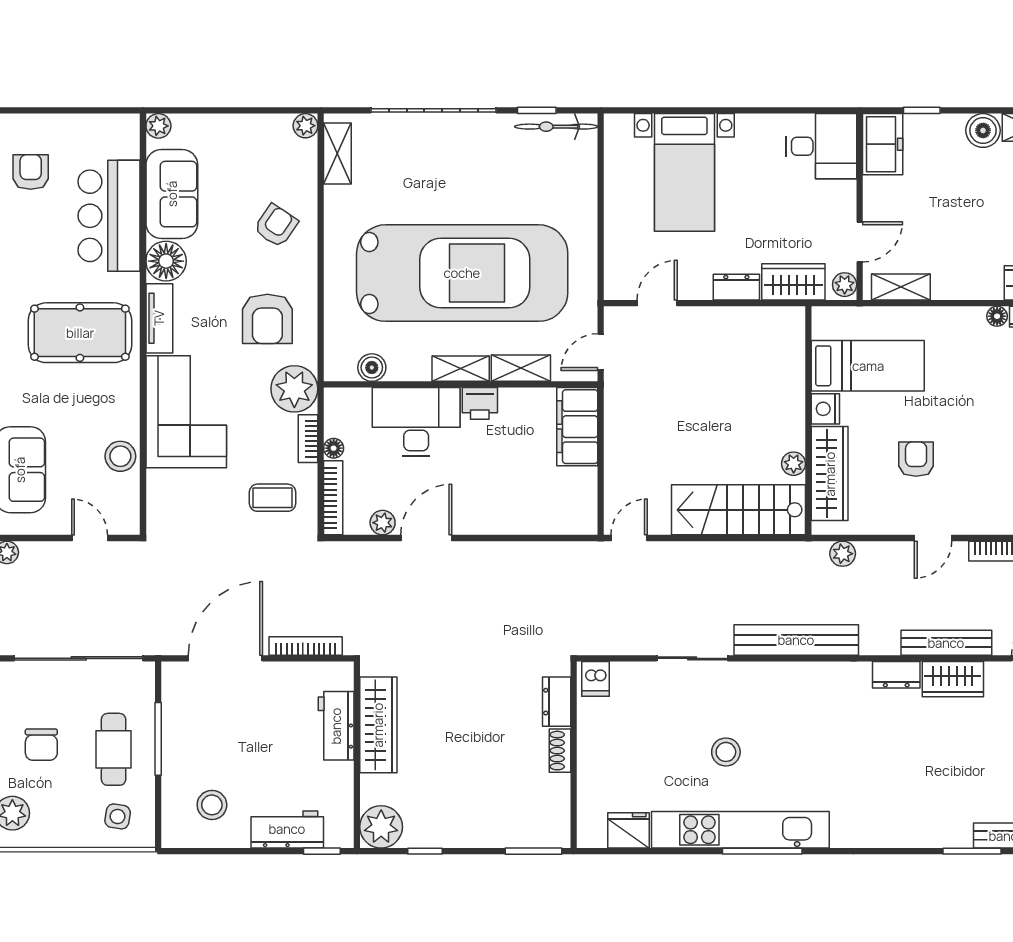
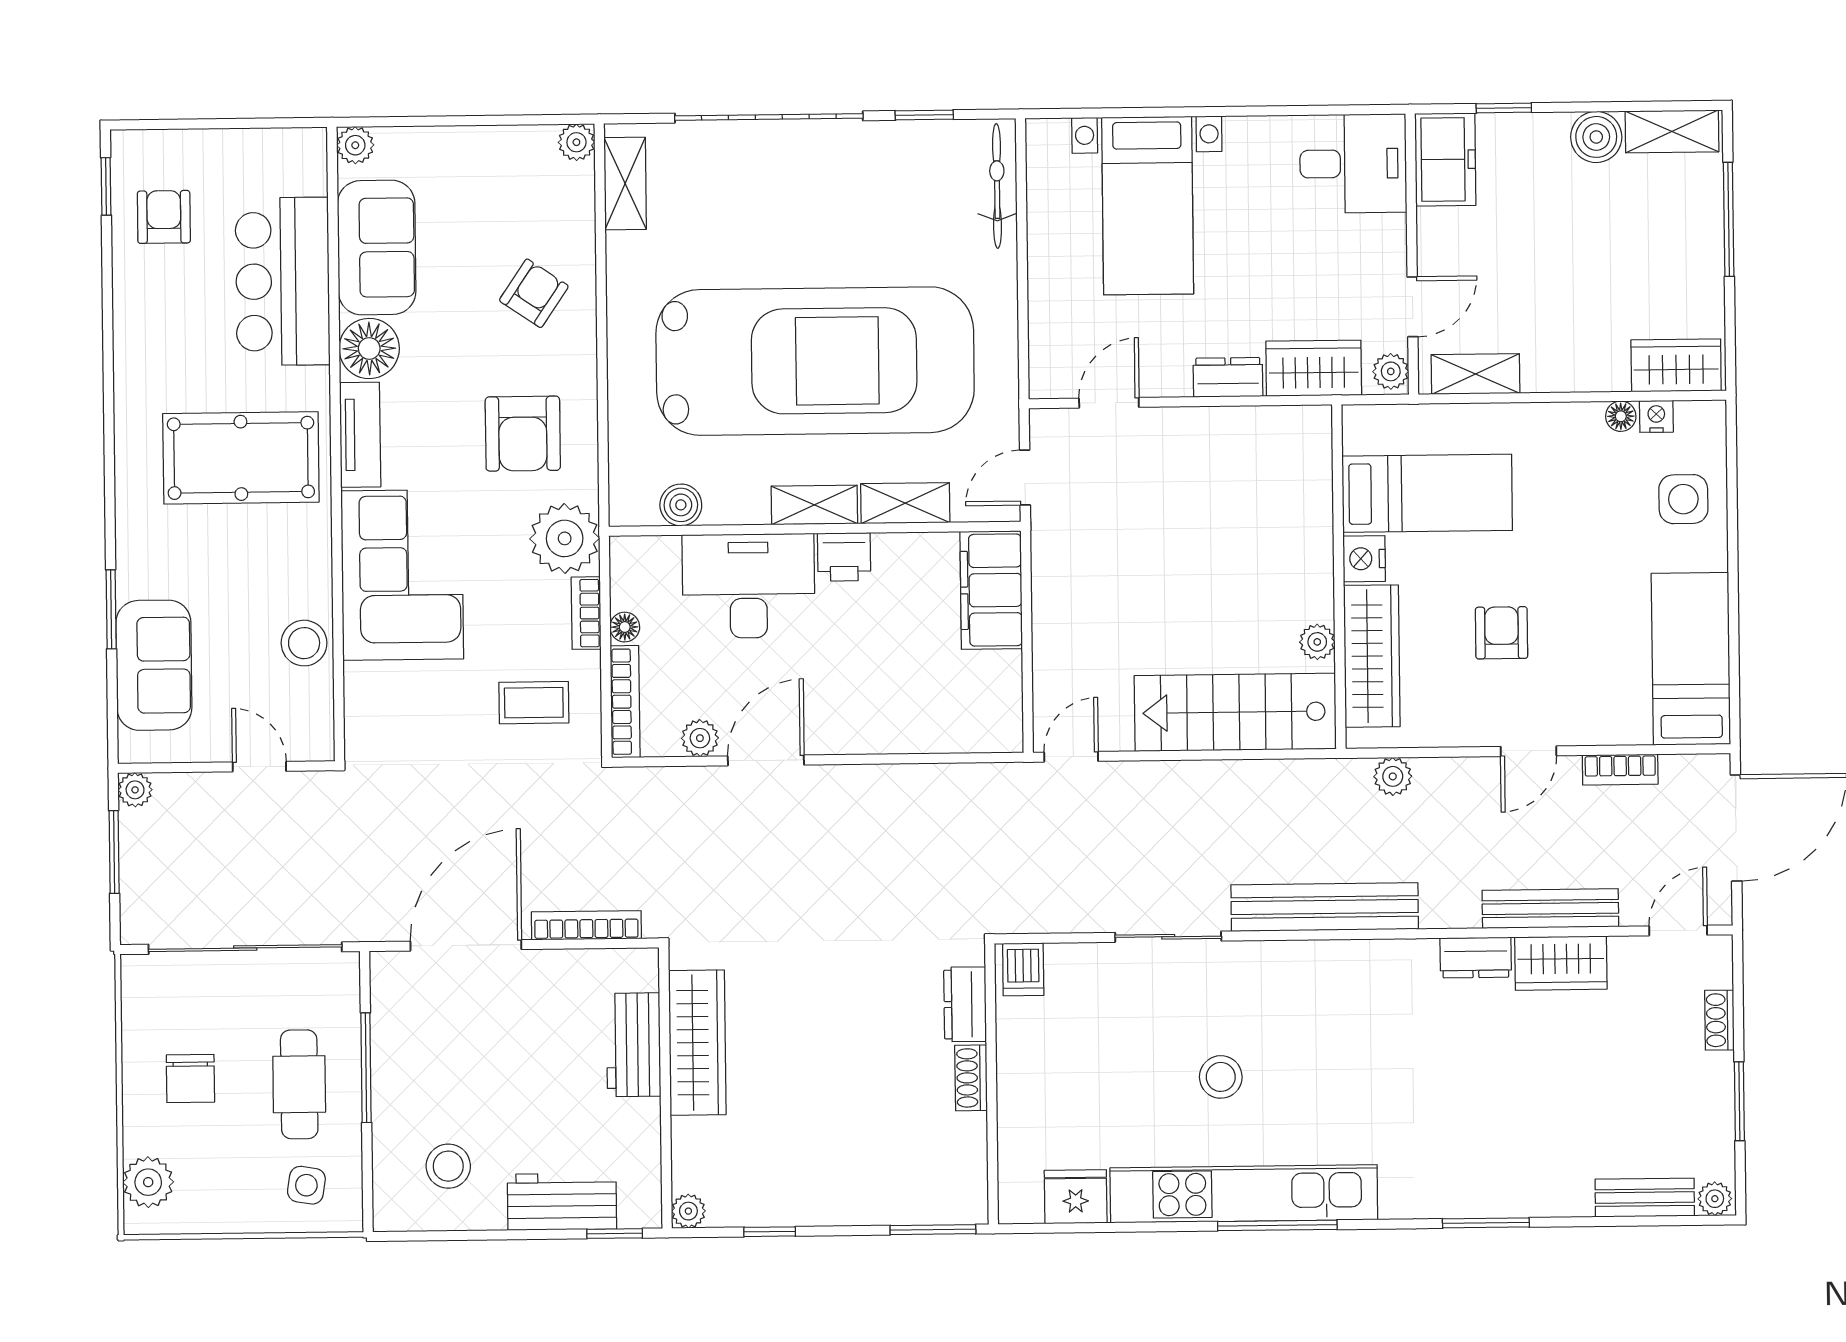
bicycle: (556, 127) -> (997, 186), moved, turned 90
plant: (381, 827) -> (688, 1211), width x0.53, depth x0.53
window: (972, 851) -> (1486, 1223), moved

